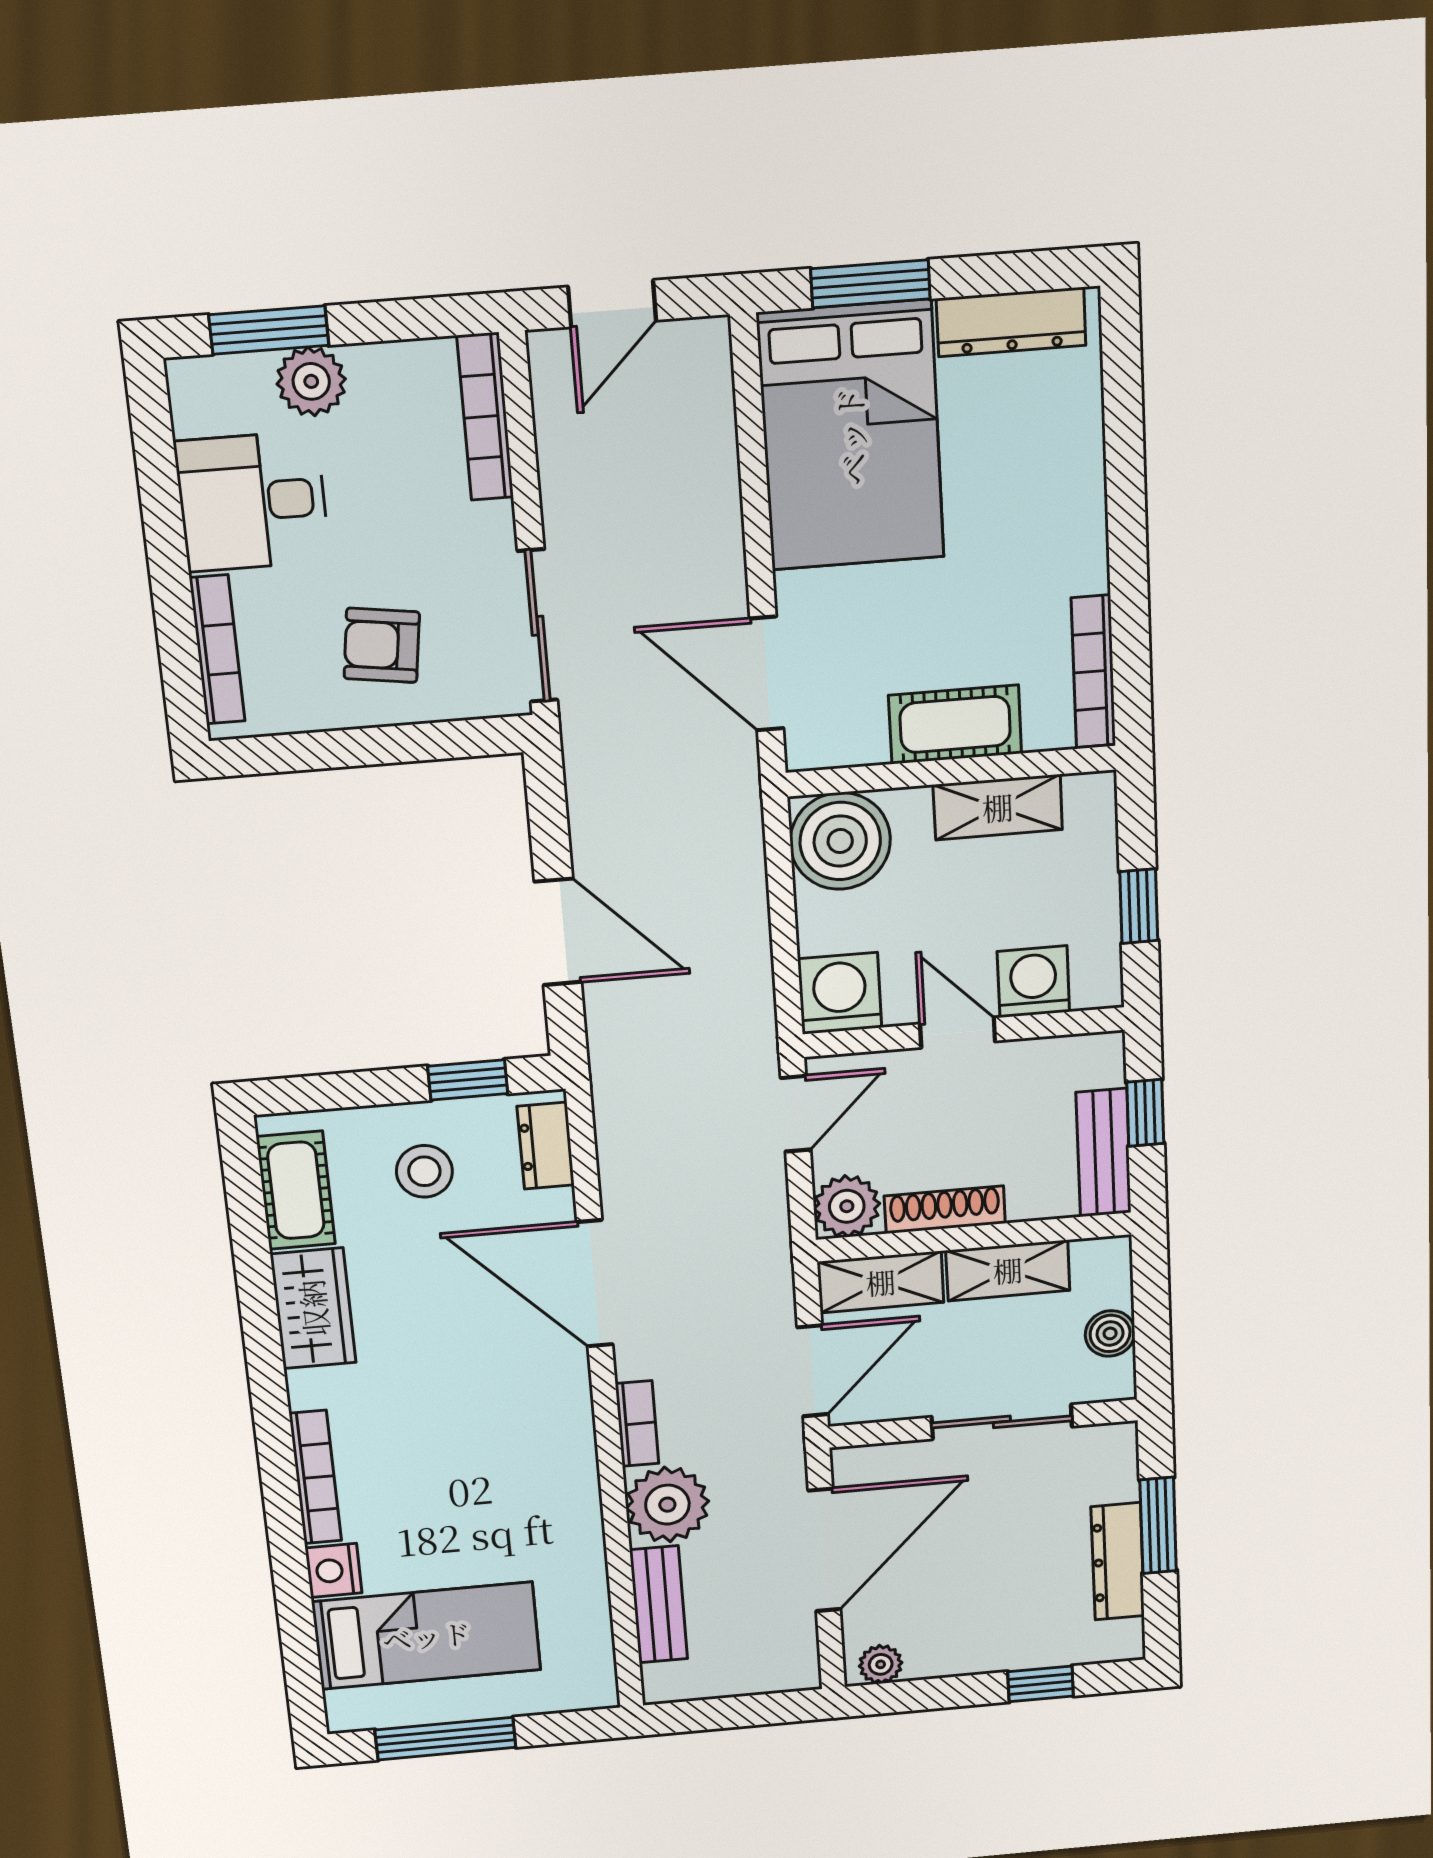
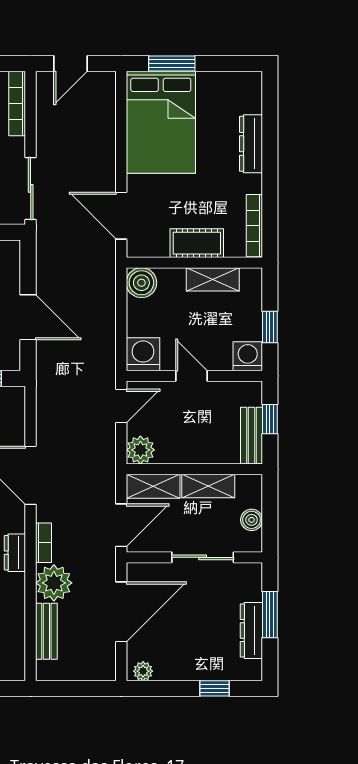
dresser: (1011, 322) -> (251, 144), moved, turned 90
boiler: (840, 841) -> (141, 283), width x0.73, depth x0.73
washing machine: (1033, 982) -> (248, 356), moved
dresser: (546, 1146) -> (15, 553), moved
shoe rack: (945, 1210) -> (182, 455), removed

